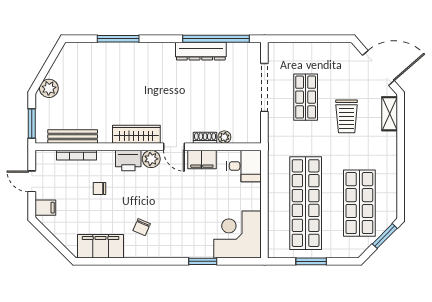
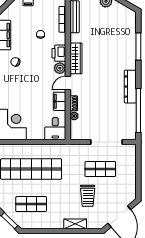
dresser: (201, 51) -> (130, 87), moved
shelving: (390, 114) -> (75, 224), moved
trolley: (347, 116) -> (88, 196), turned -90
shop shelf: (359, 203) -> (31, 204), width x0.70, depth x0.74

